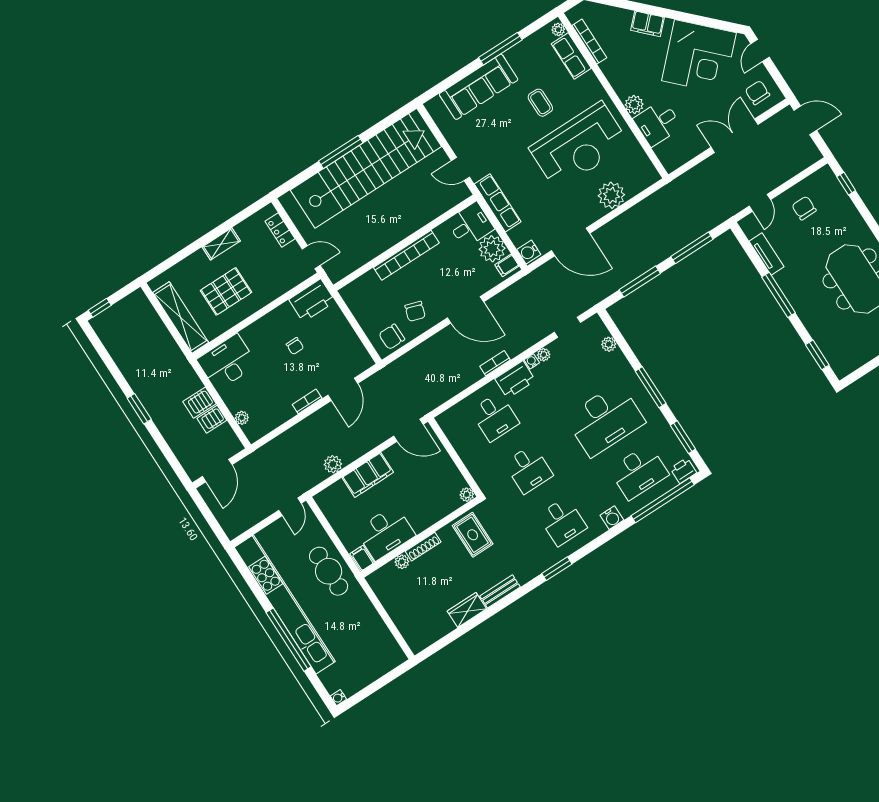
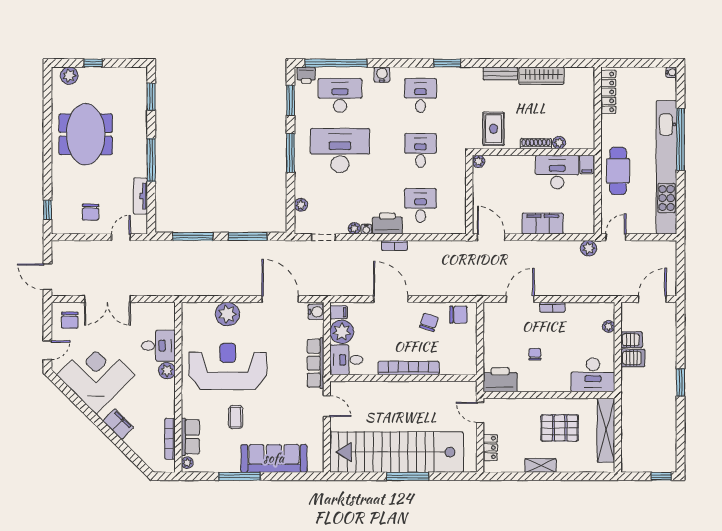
plant: (333, 464) -> (589, 248), moved
wardrobe: (467, 610) -> (541, 76), width x1.50
locker: (386, 640) -> (608, 92), added

